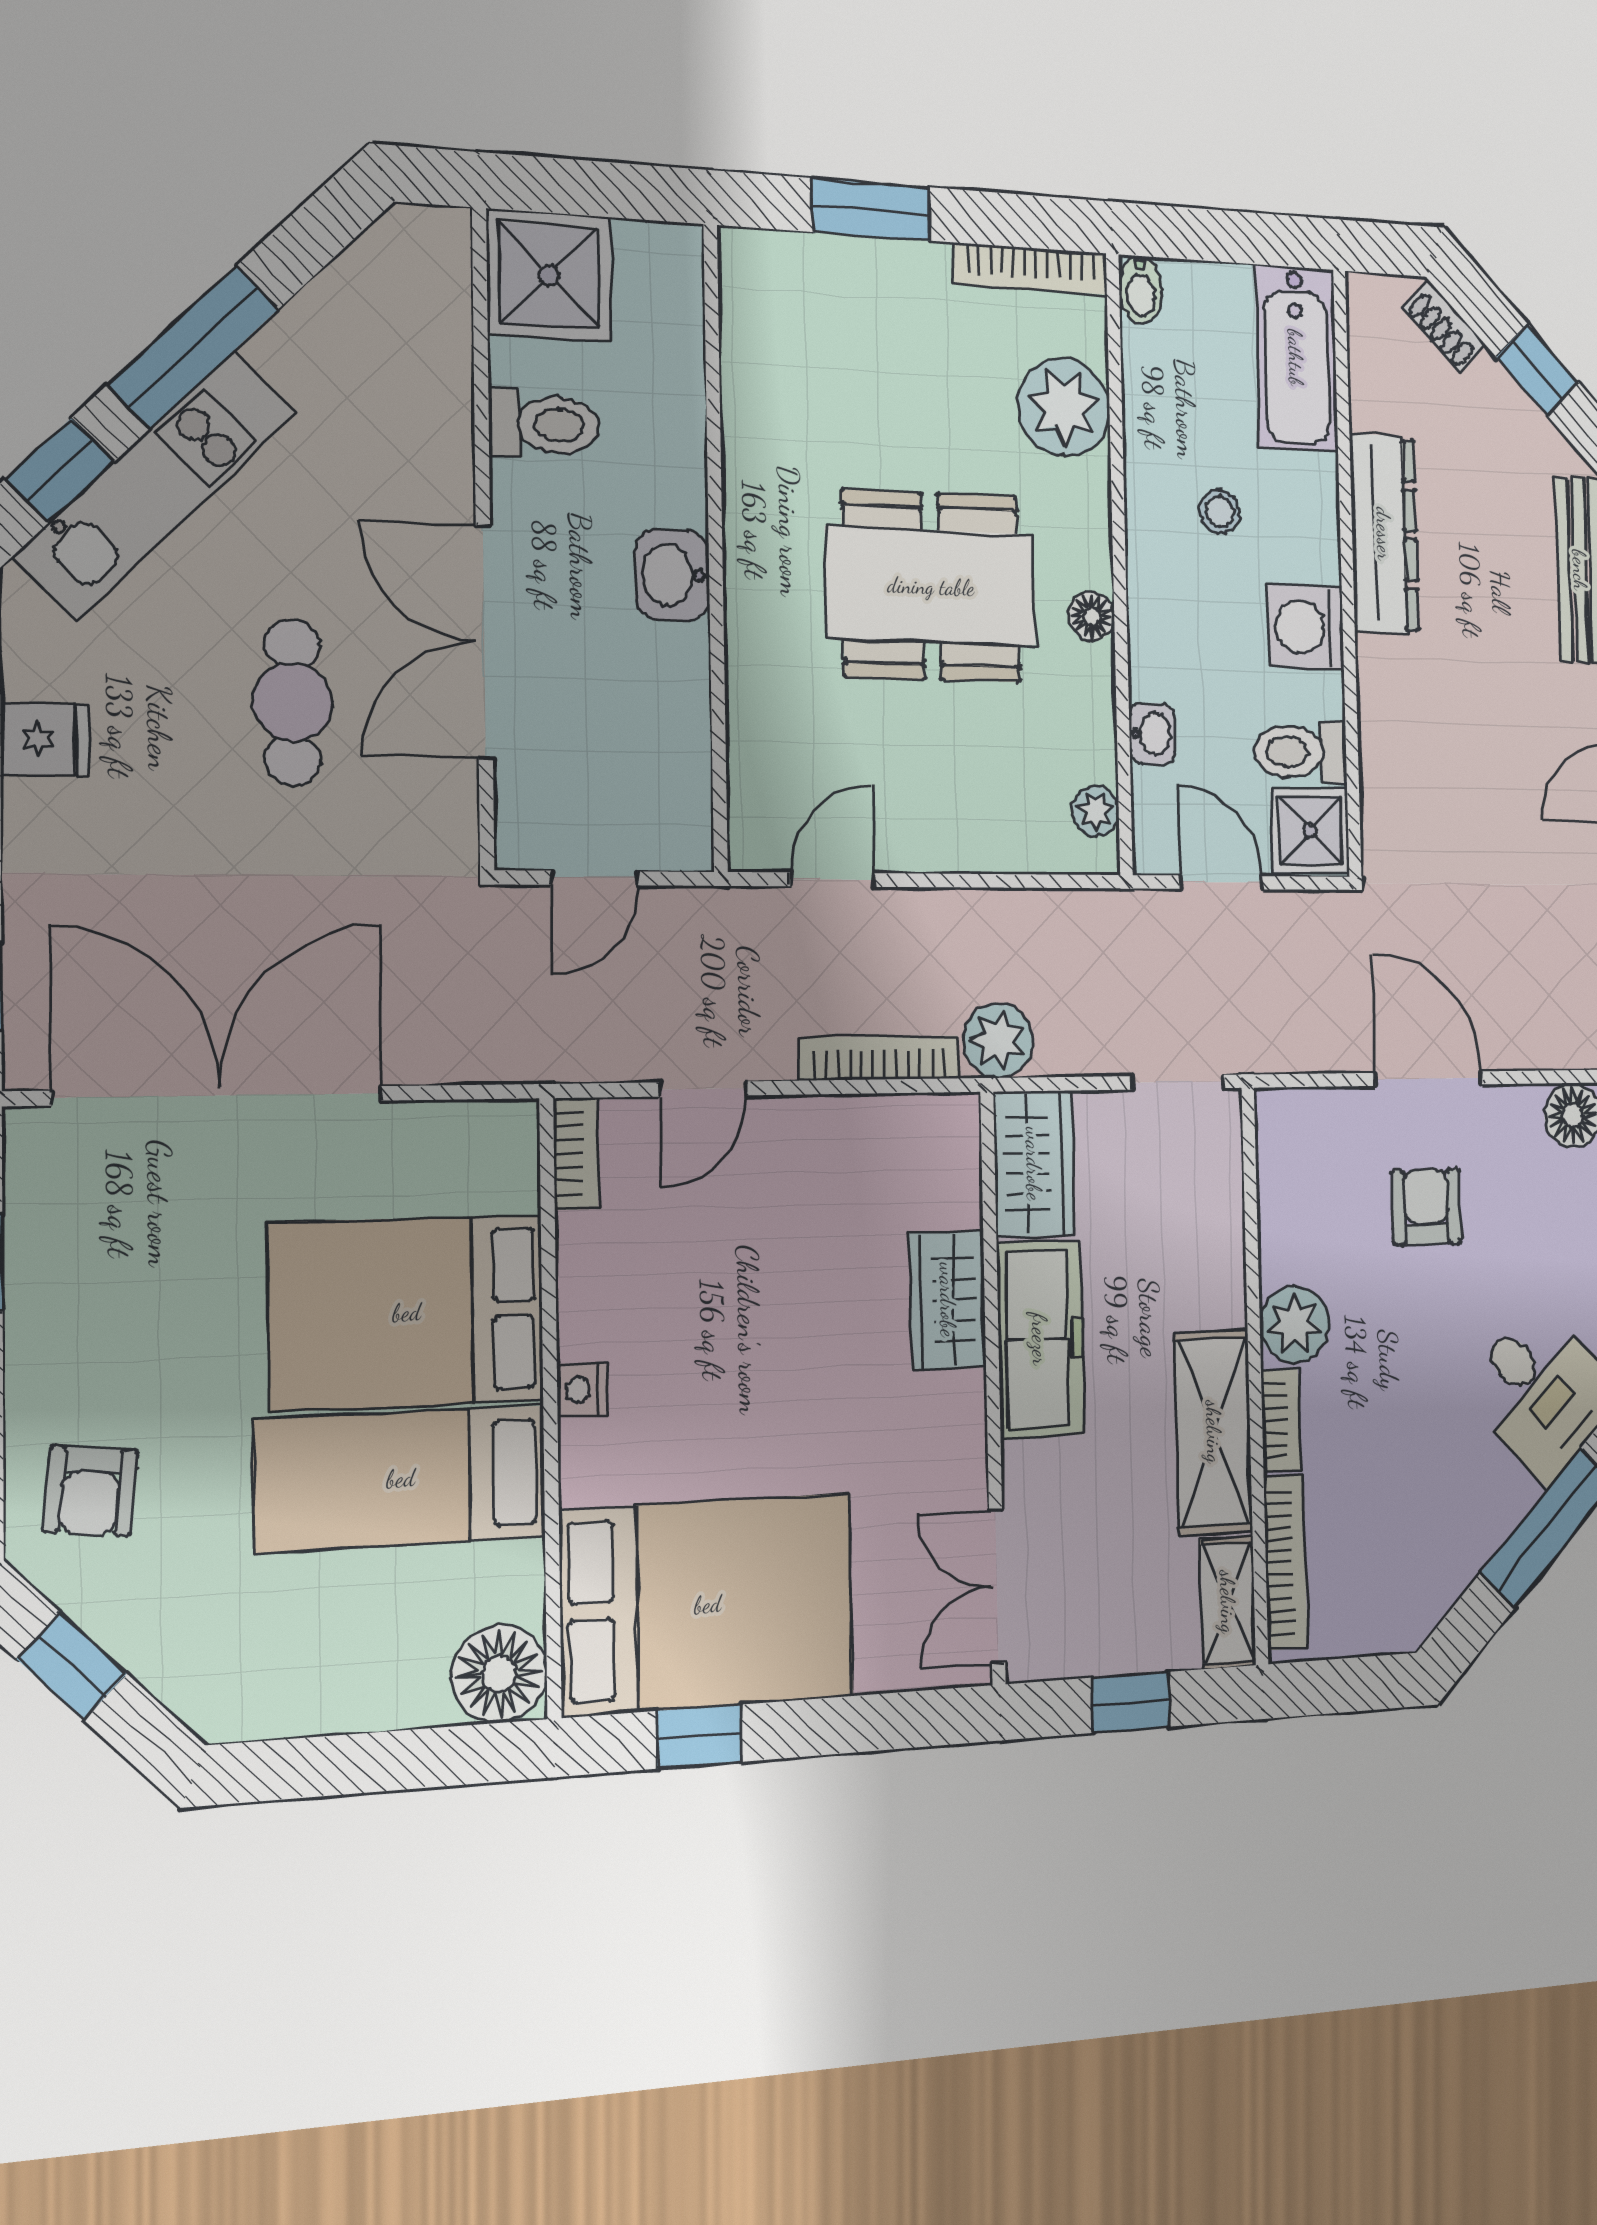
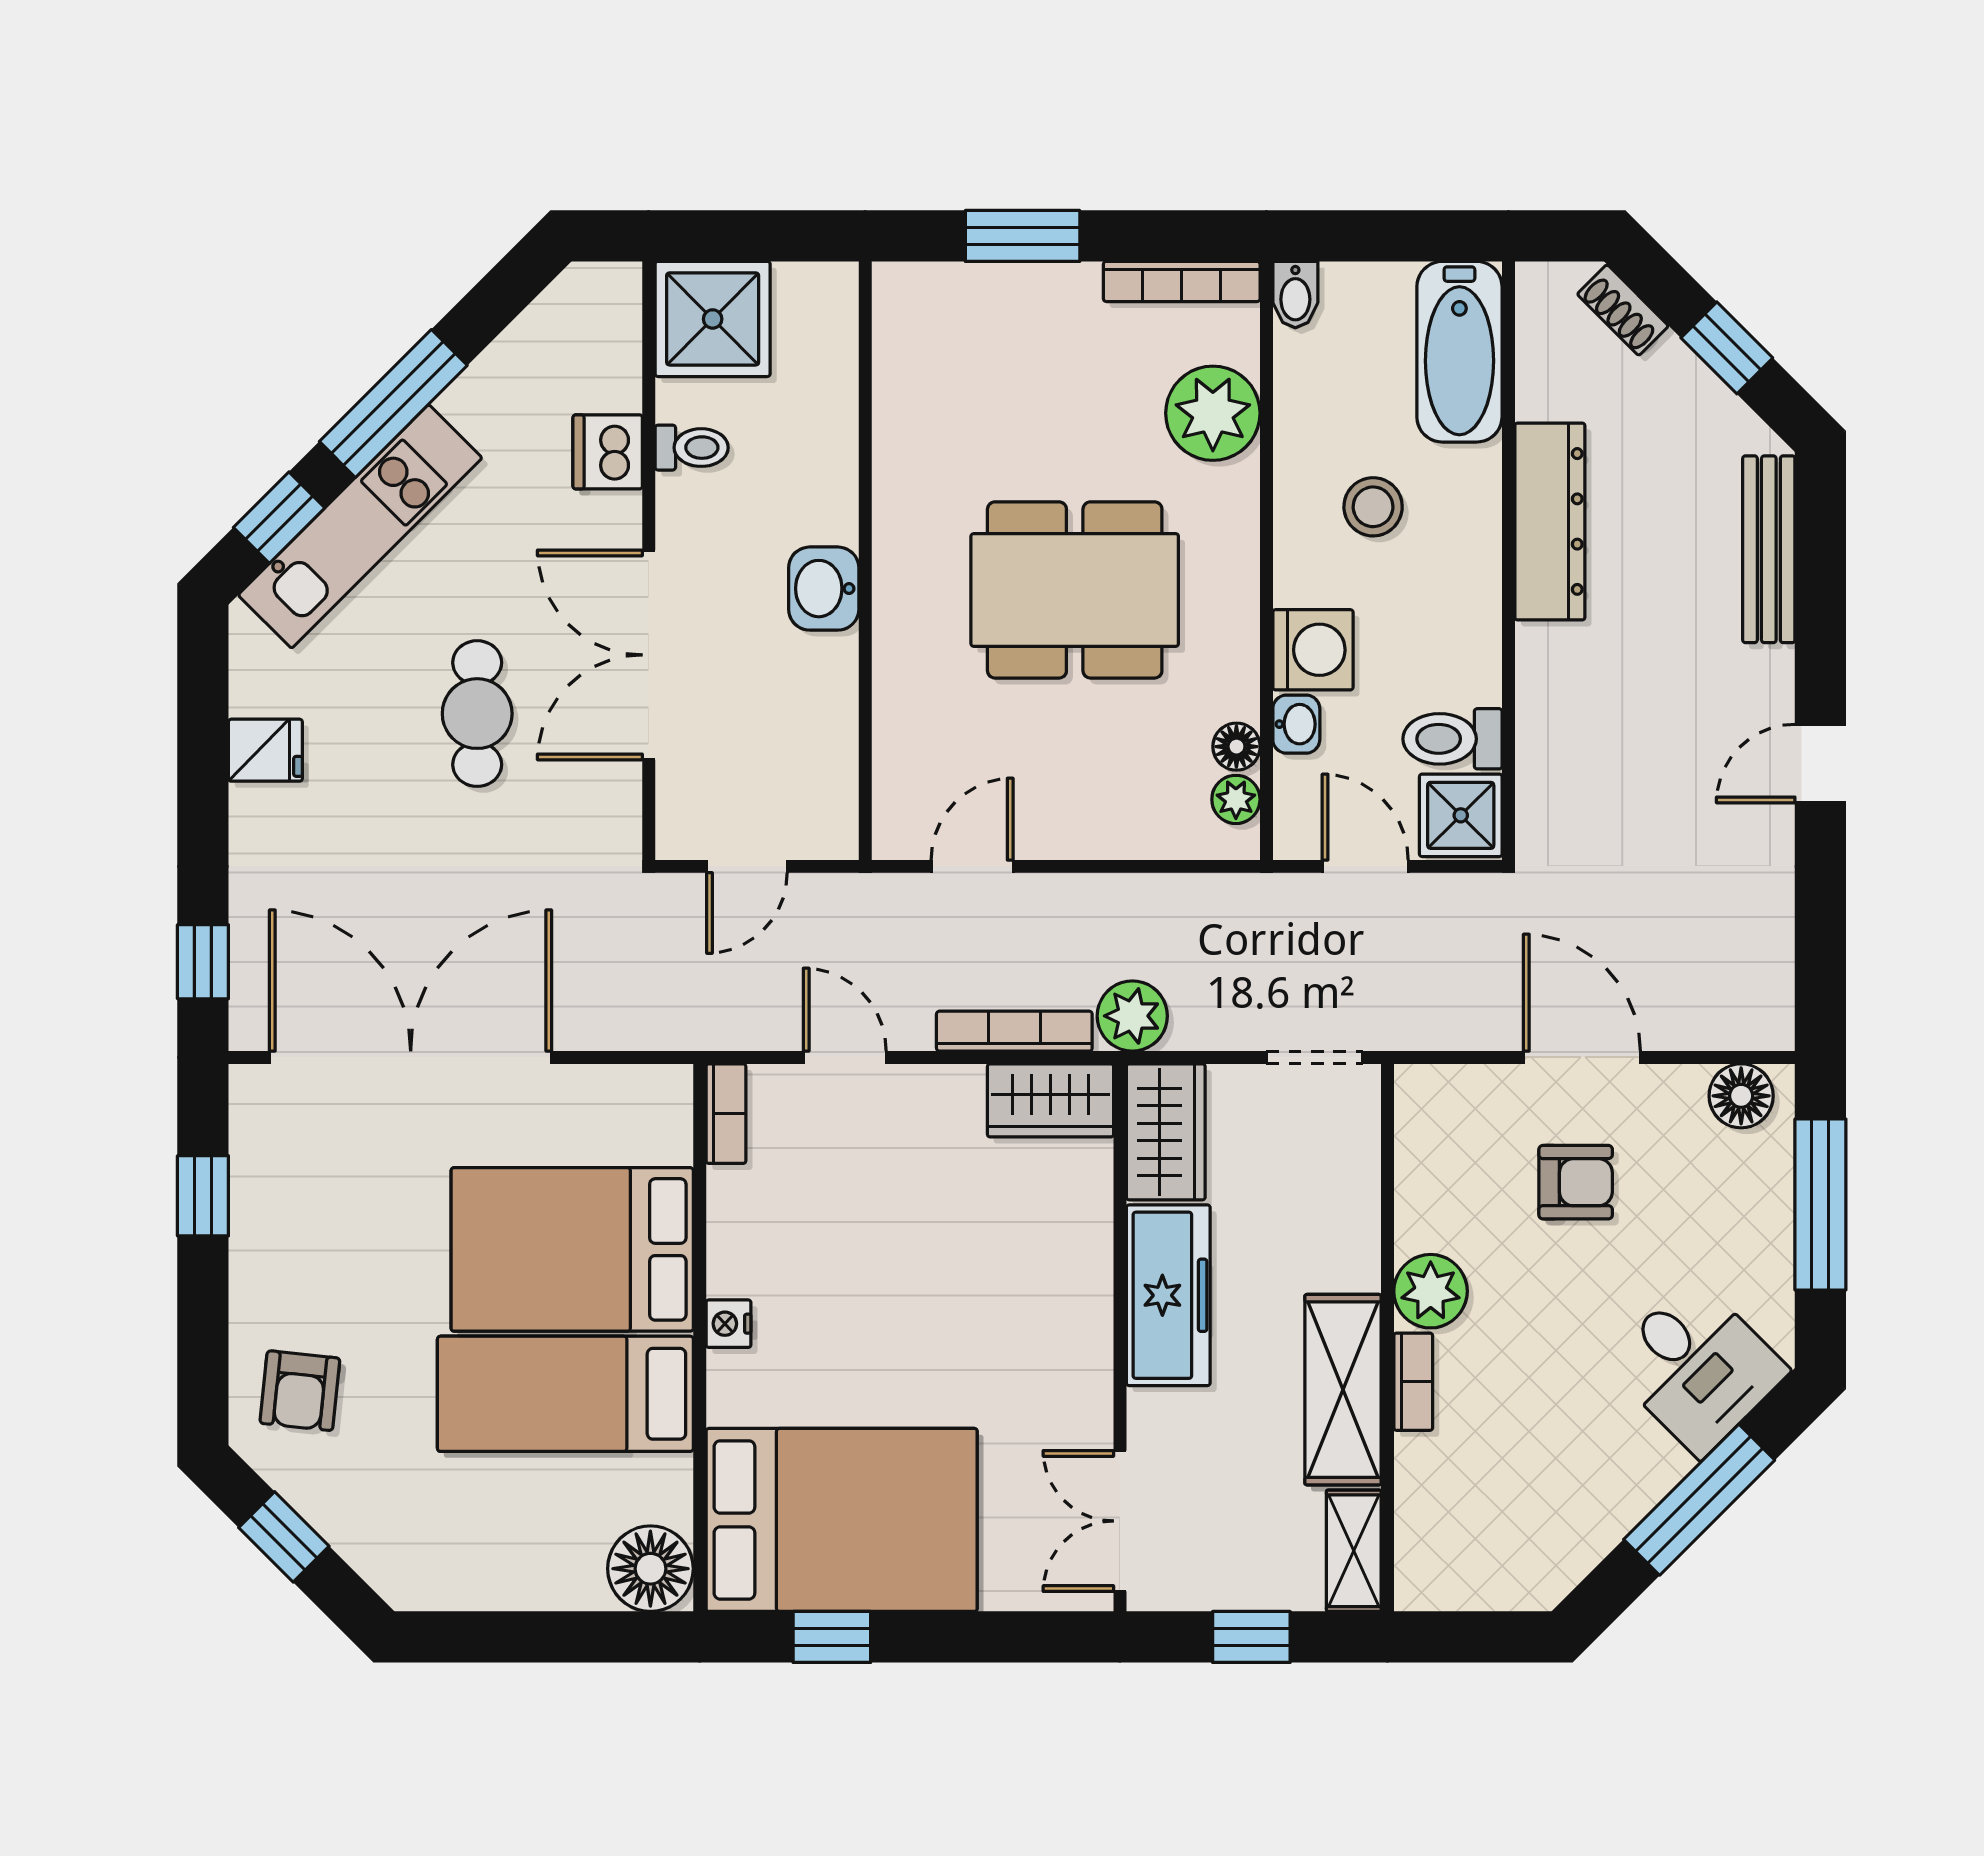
dishwasher: (436, 415) -> (608, 452), added
toilet: (544, 425) -> (692, 448), width x0.73, depth x0.72
stool: (1220, 512) -> (1373, 507), width x1.37, depth x1.37
floor lamp: (1091, 616) -> (1236, 747), moved
washing machine: (1306, 627) -> (1313, 650), moved, turned 180
door: (703, 1089) -> (845, 1057), swing flipped
armchair: (1426, 1207) -> (1576, 1182), turned 90
wardrobe: (948, 1300) -> (1050, 1100), moved, turned -90
bookcase: (1286, 1563) -> (1415, 1517), removed

